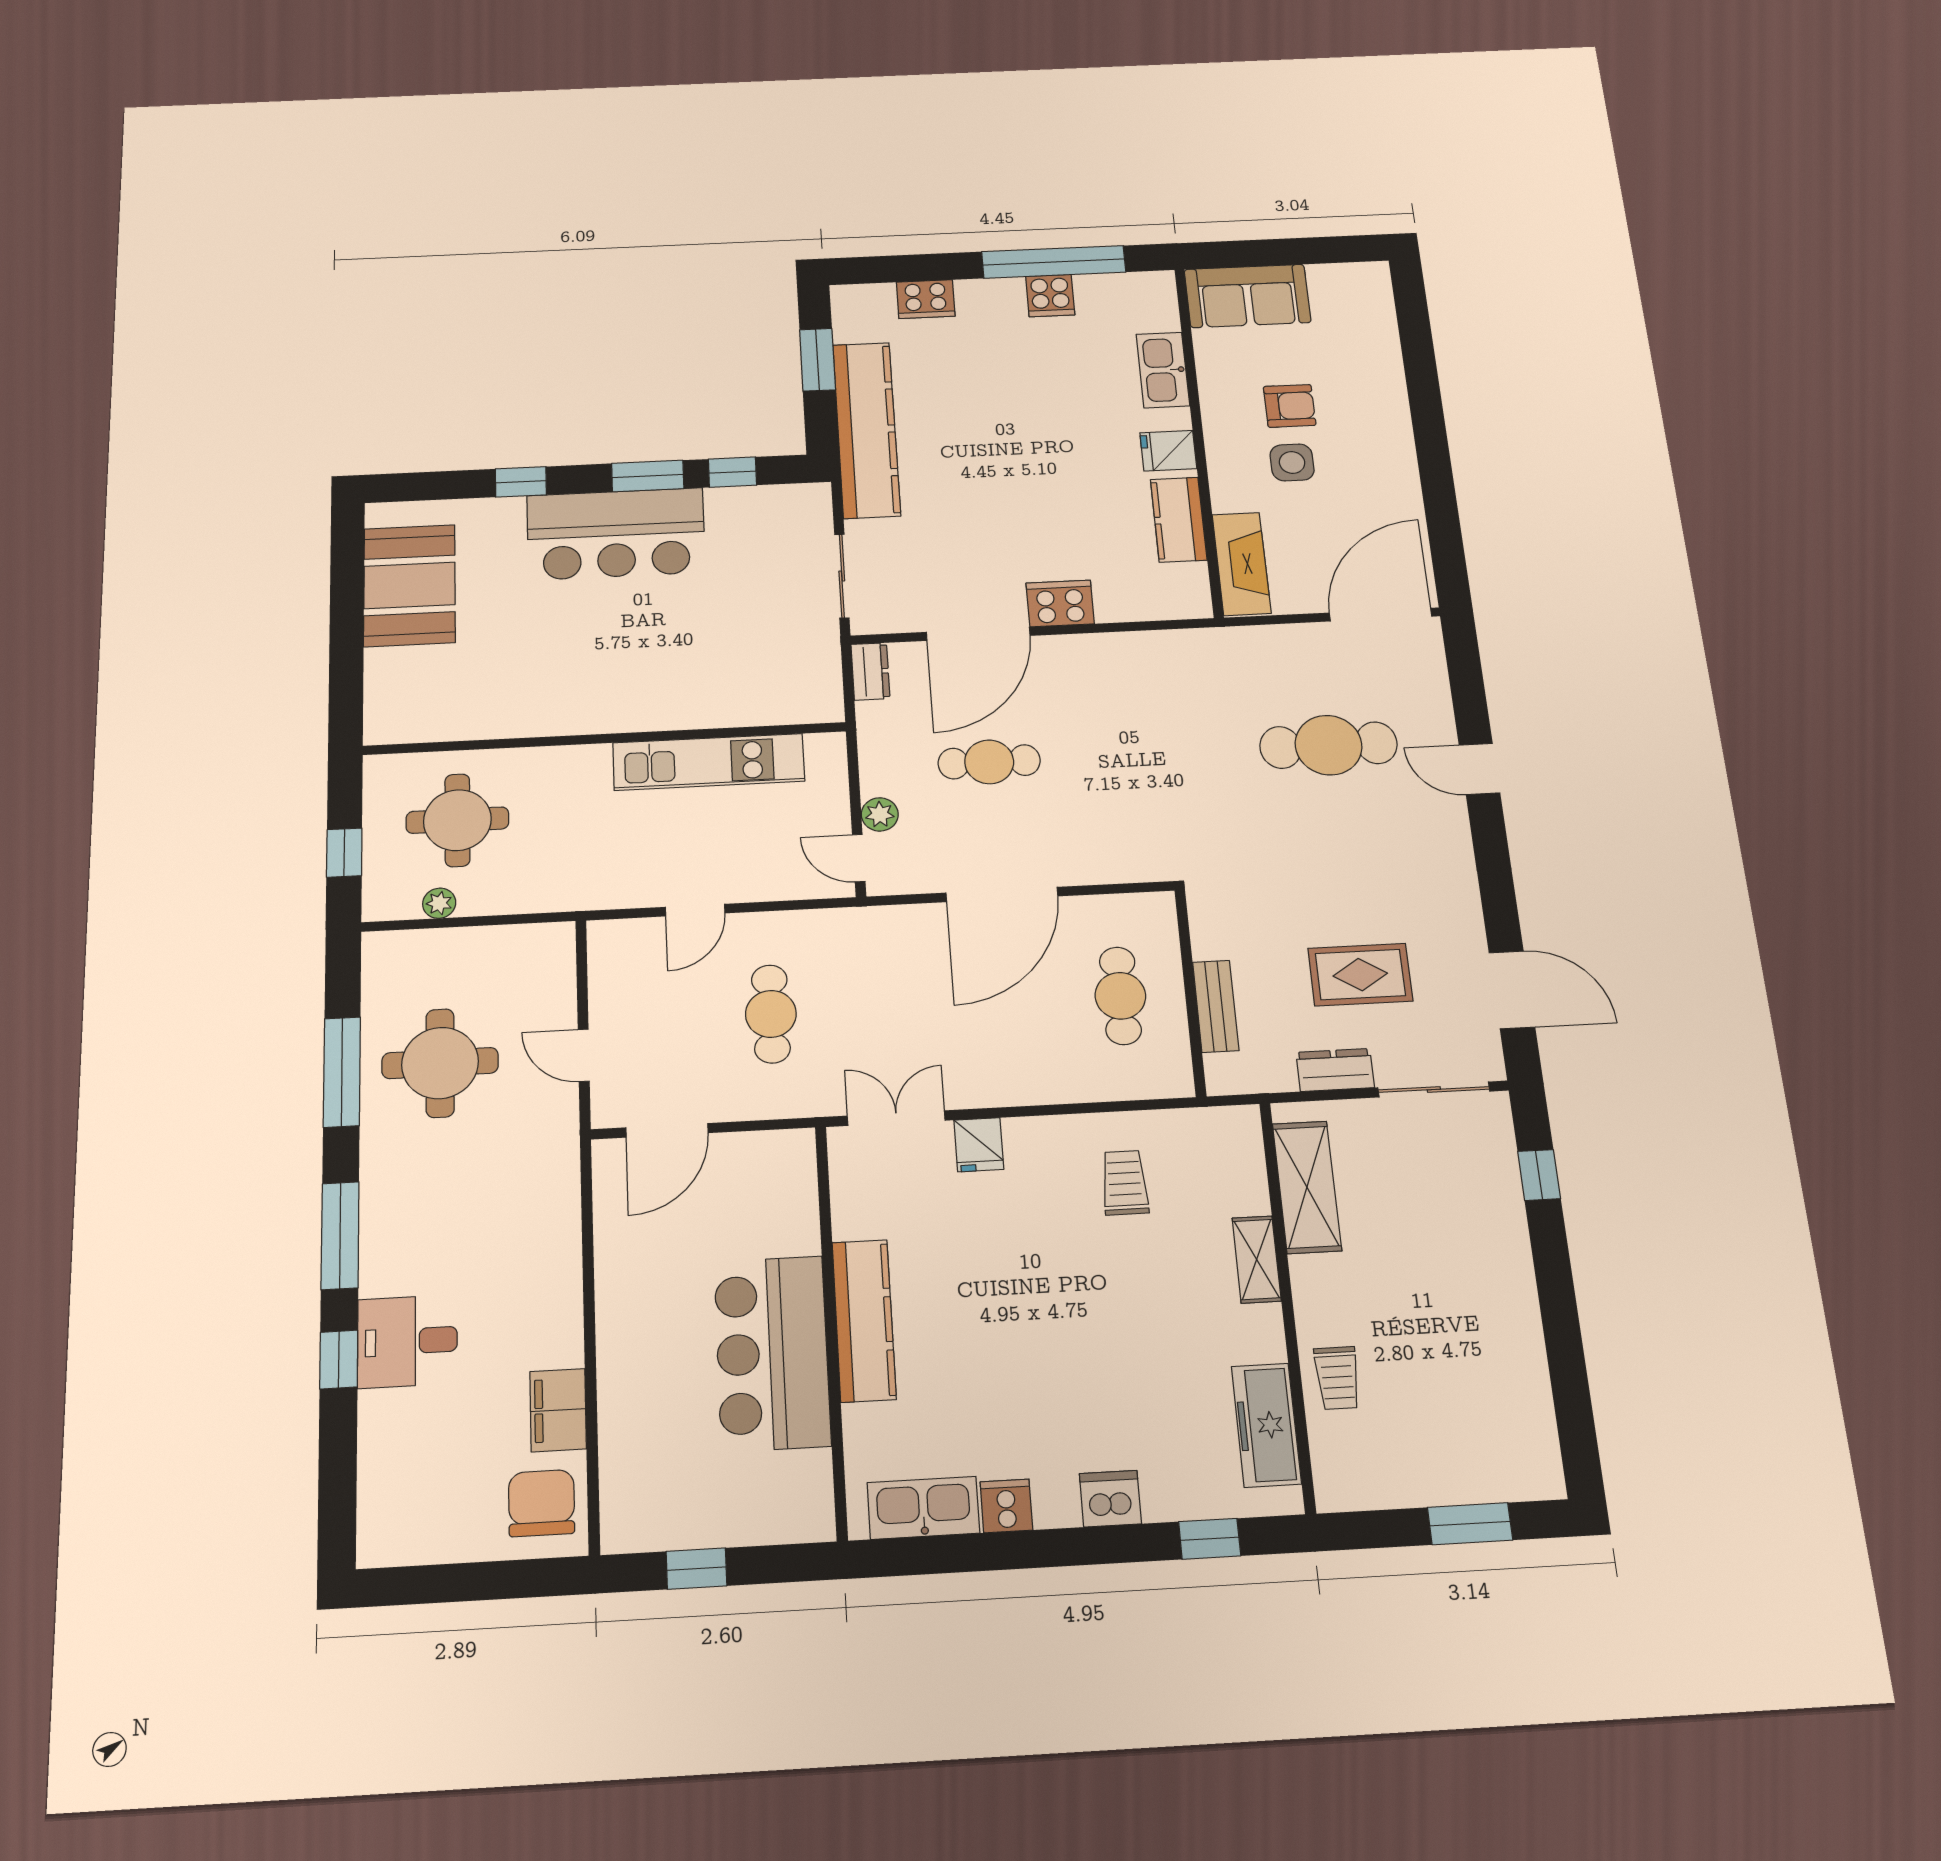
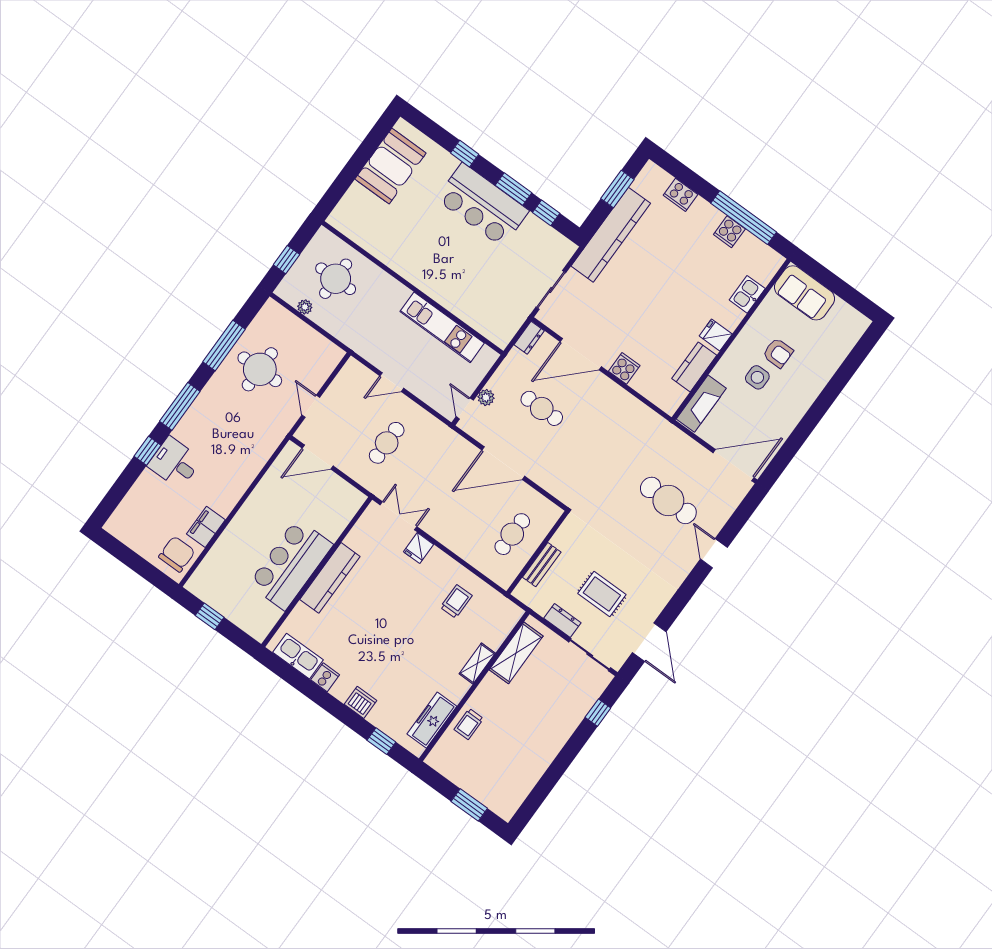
kitchen sink: (1163, 370) -> (747, 294), width x0.73
cooker: (1060, 603) -> (624, 368), width x0.73

